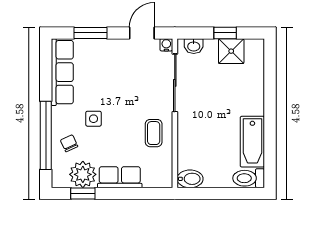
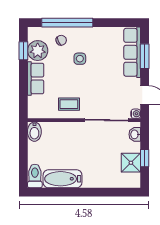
row of seats: (62, 72) -> (132, 52), moved, turned 90

